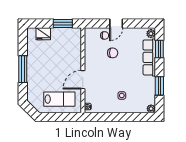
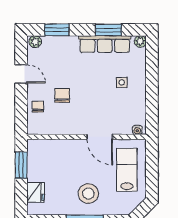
door: (116, 24) -> (21, 74), moved
row of seats: (149, 57) -> (105, 44), moved
stool: (42, 72) -> (88, 194), added

